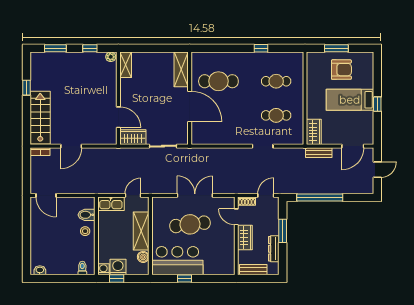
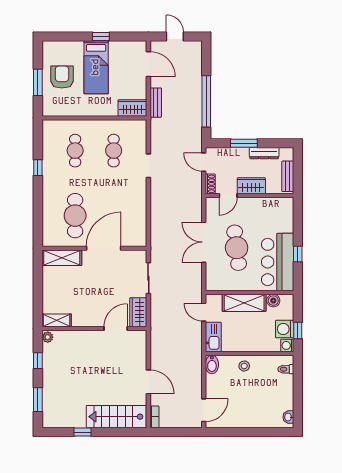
bidet: (87, 215) -> (212, 364), moved

